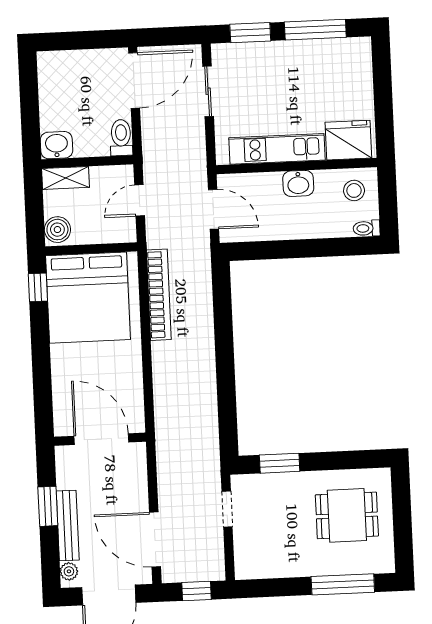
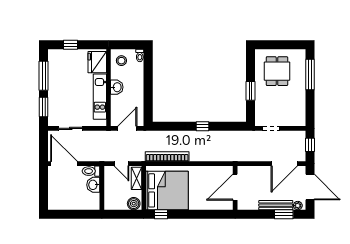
window: (382, 83) -> (70, 45), added
washbasin: (56, 145) -> (93, 185), moved
shelving: (66, 178) -> (136, 178), moved
window: (225, 366) -> (203, 126), added
window: (280, 463) -> (250, 91), moved
window: (48, 506) -> (284, 214), moved

